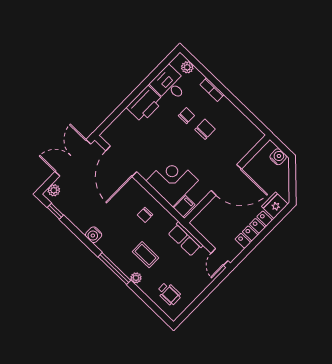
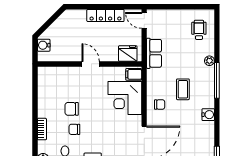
door: (226, 180) -> (91, 64), width x0.53
fridge: (275, 205) -> (128, 54), moved, turned 180
chair: (145, 215) -> (160, 105), moved
coffee table: (146, 255) -> (183, 89), moved
door: (220, 257) -> (144, 20), swing flipped

